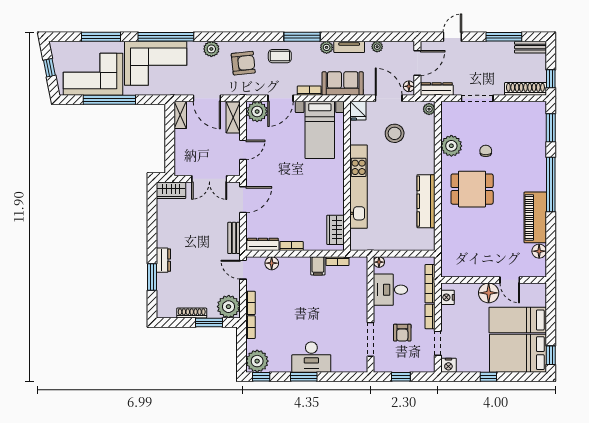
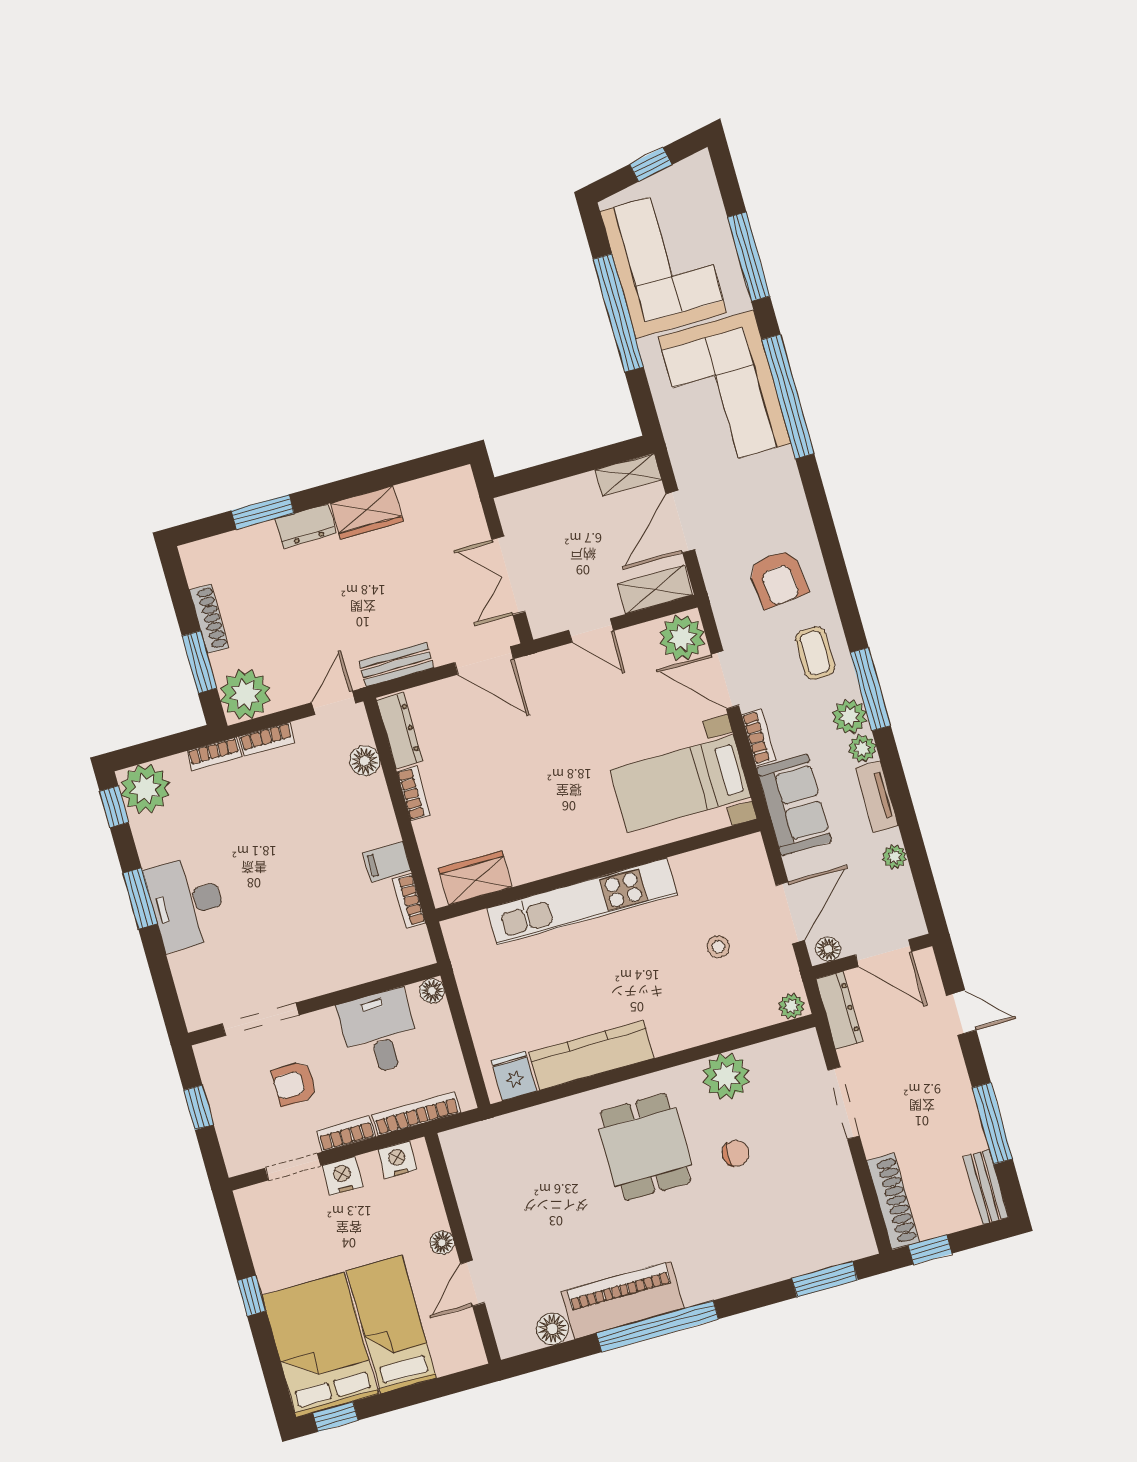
plant: (211, 49) -> (850, 717), moved
fridge: (358, 111) -> (514, 1076), moved, turned 90
stool: (395, 133) -> (718, 947), width x0.53, depth x0.53
window: (551, 184) -> (657, 1326), moved
wardrobe: (171, 190) -> (367, 512), moved, turned -90
floor lamp: (489, 293) -> (442, 1243), width x0.53, depth x0.53
nightstand: (448, 365) -> (343, 1176), moved, turned 90

